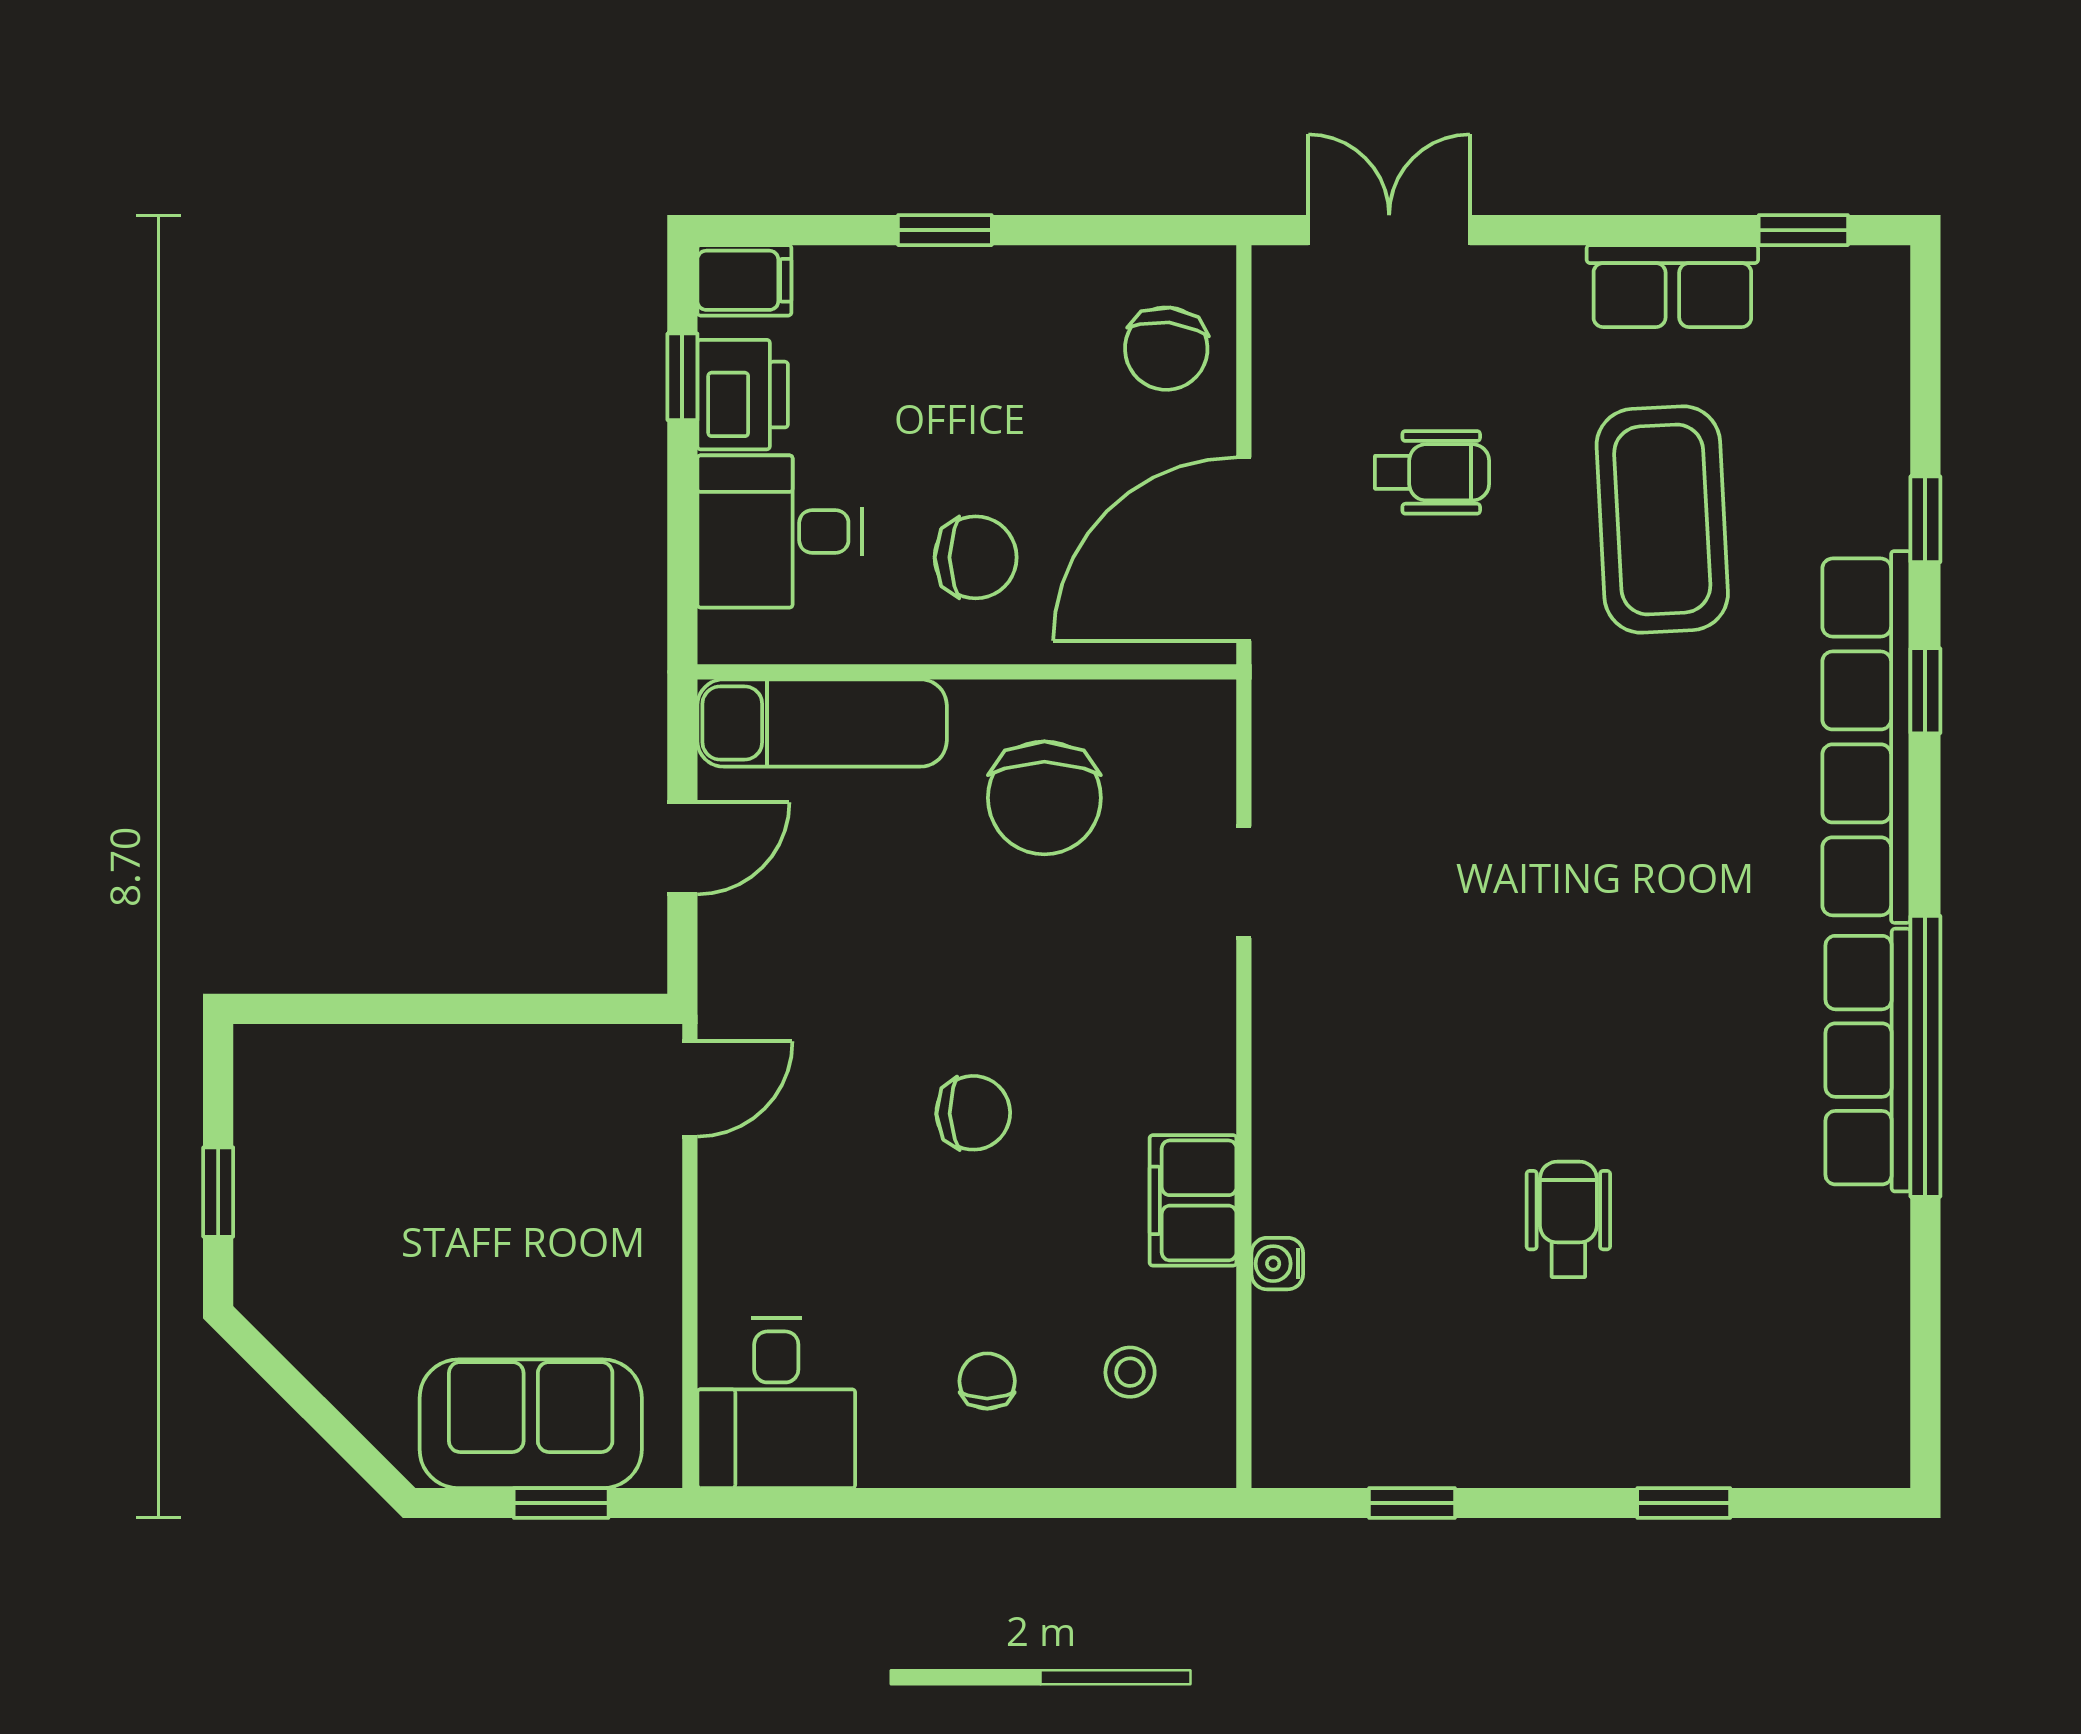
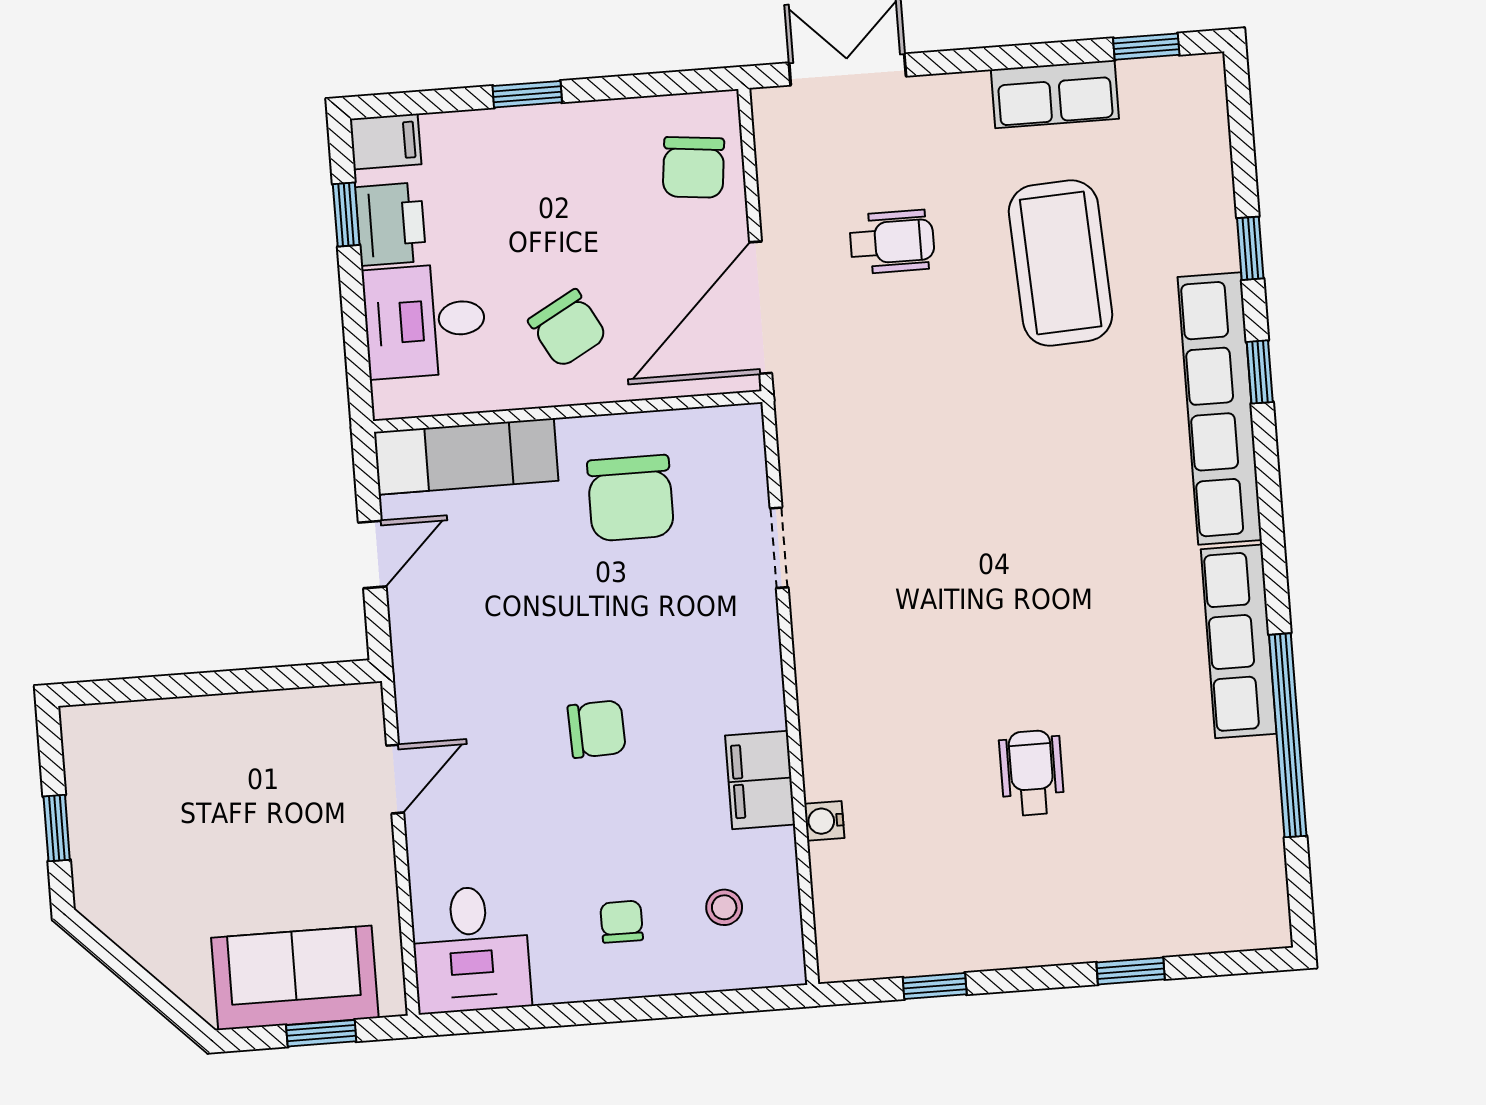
chair: (976, 557) -> (568, 328), turned 61
window: (1925, 1056) -> (1288, 735), moved
door: (690, 1089) -> (395, 779), moved

